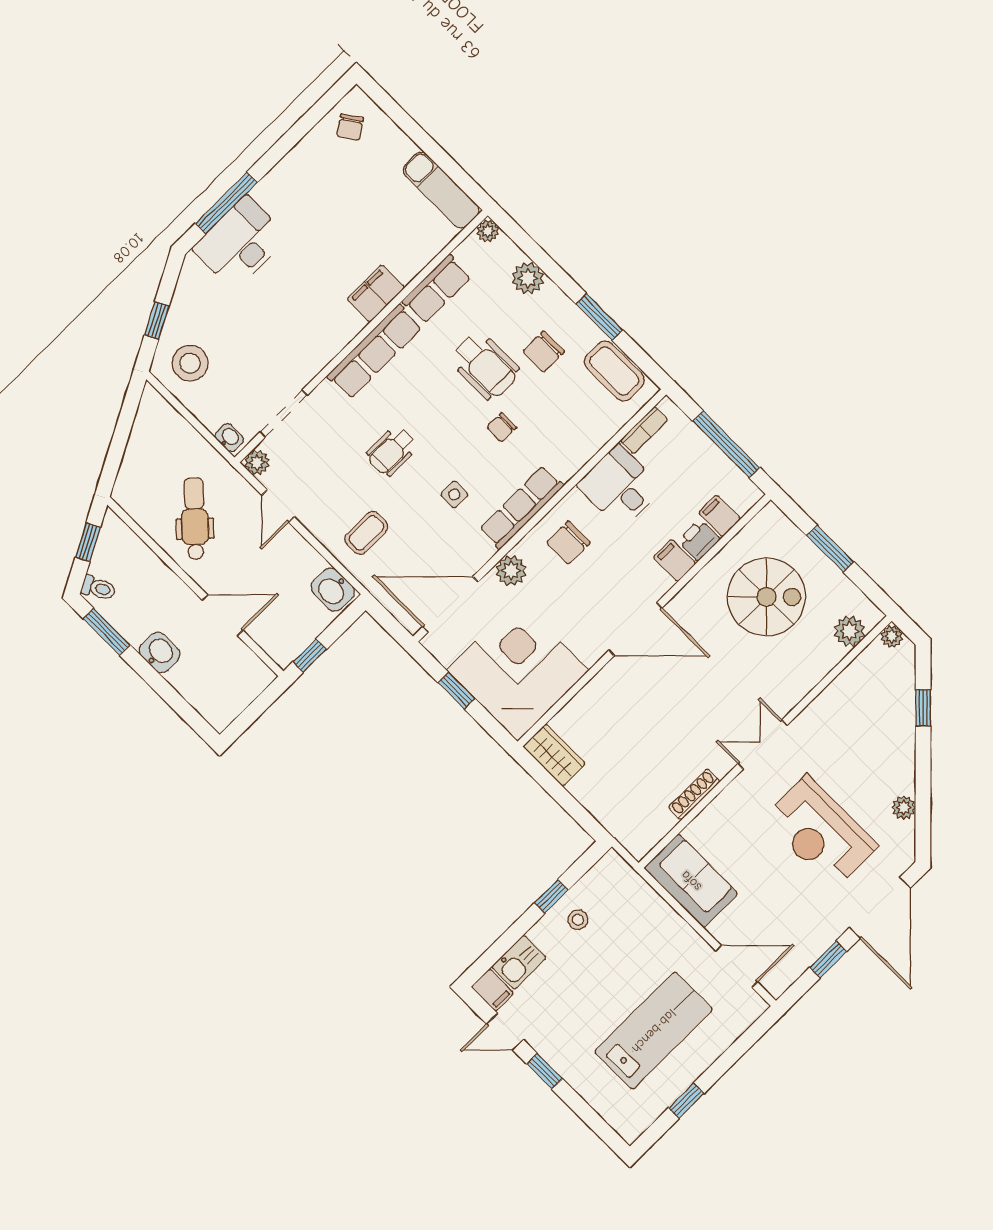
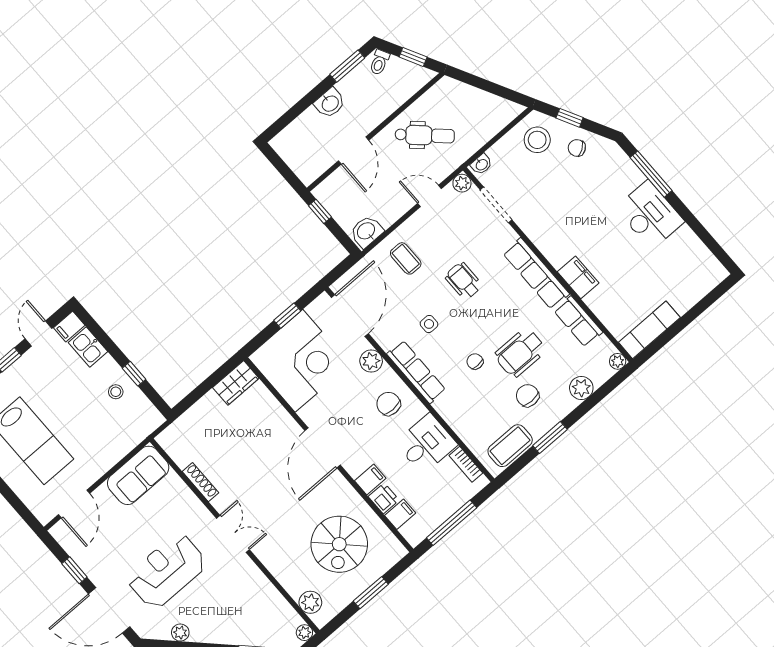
chair: (350, 127) -> (577, 148), moved
desk: (240, 243) -> (650, 215), moved

